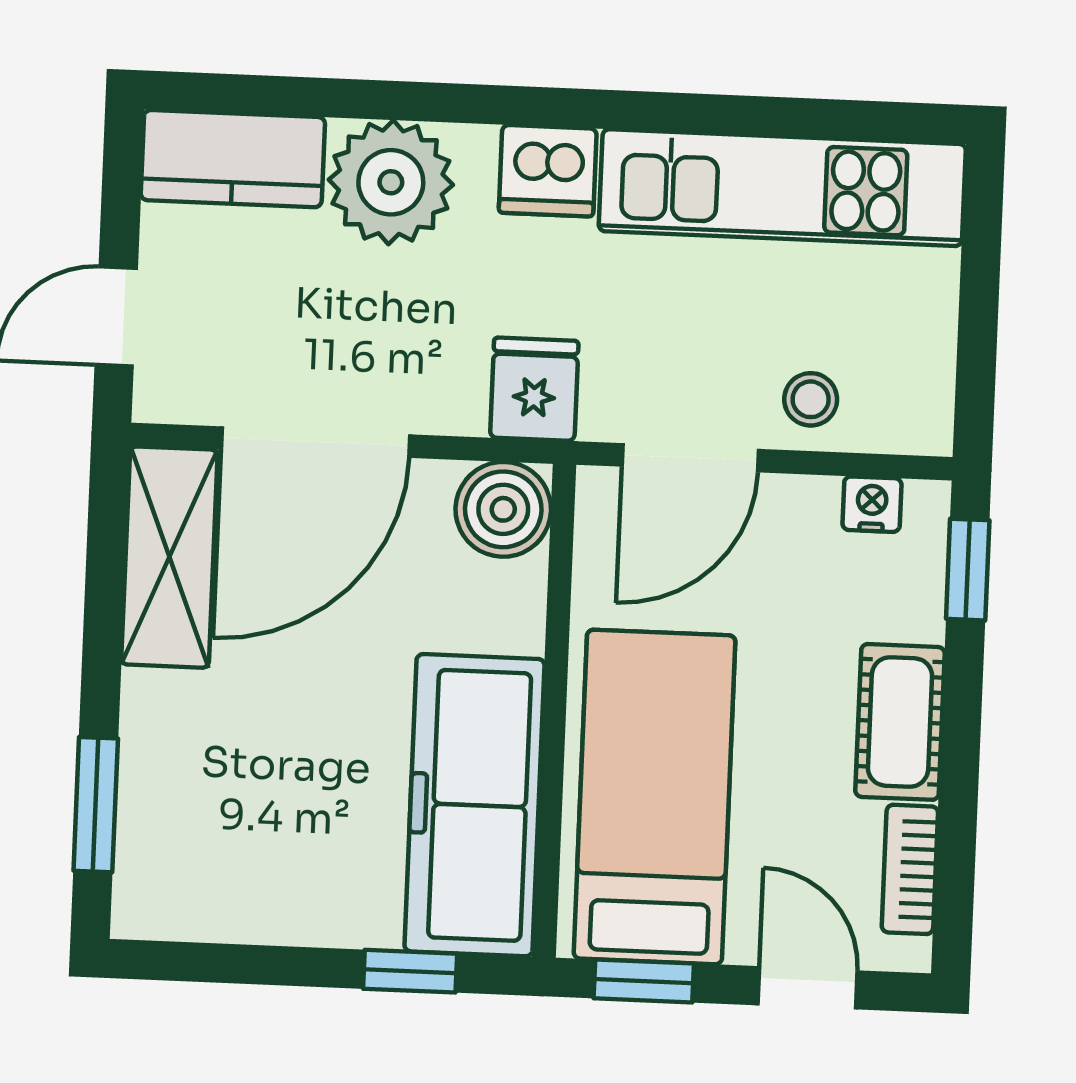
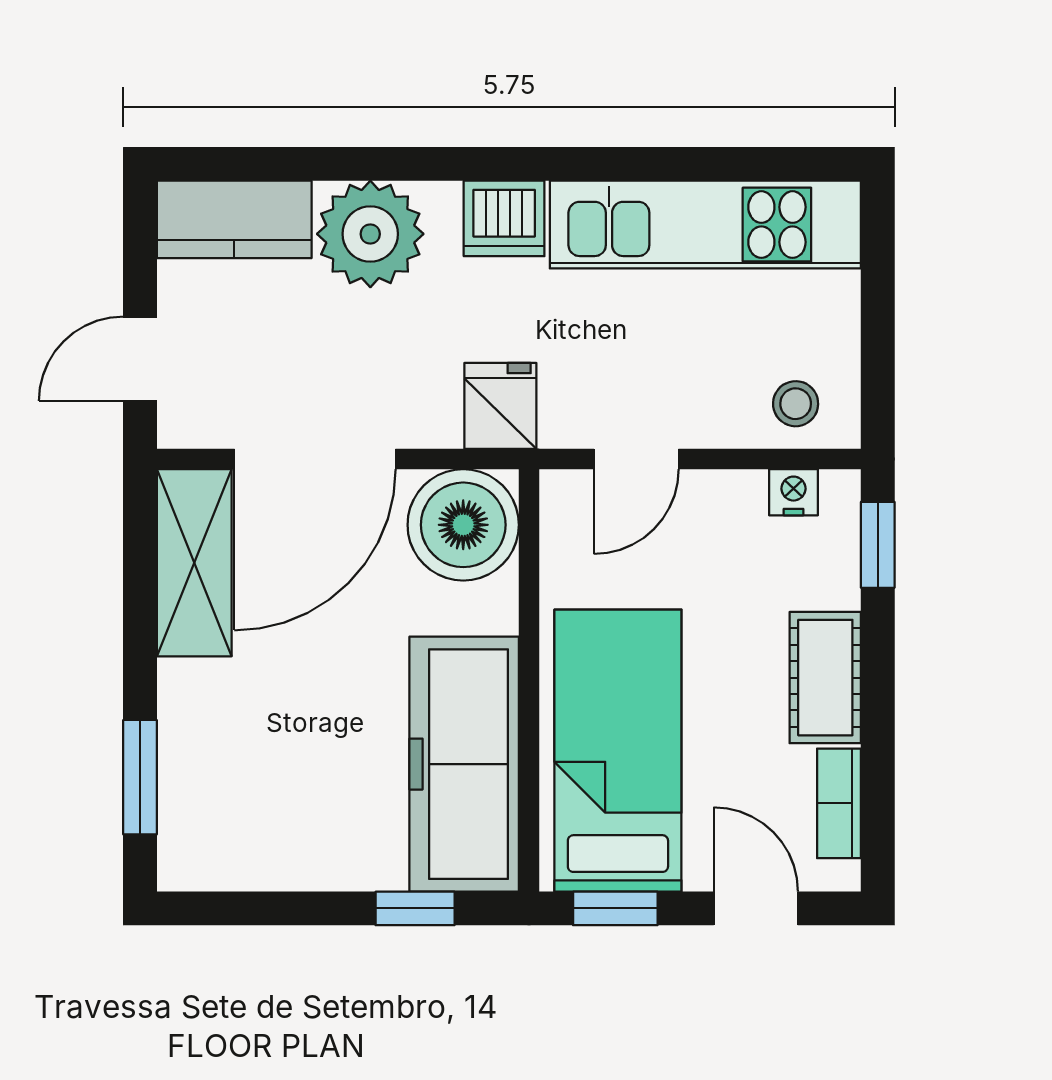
stool: (811, 399) -> (796, 404), moved
door: (690, 458) -> (636, 459), width x0.73
boiler: (503, 509) -> (463, 525), width x1.37, depth x1.37

